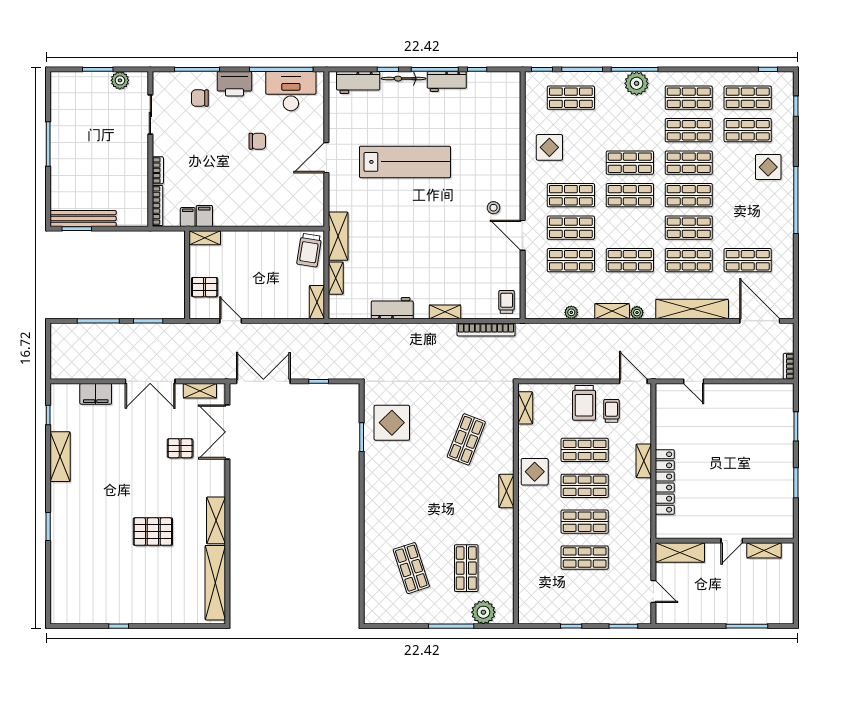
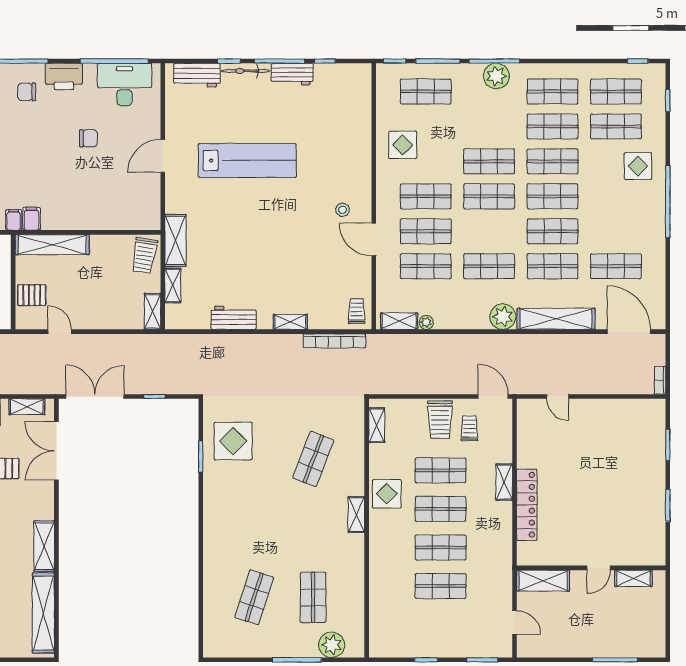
shelving: (205, 238) -> (52, 245), width x2.20, depth x1.33
shelving: (612, 311) -> (399, 321), moved
plant: (637, 313) -> (503, 317), width x1.88, depth x1.88
shop shelf: (411, 568) -> (254, 597), turned 36

